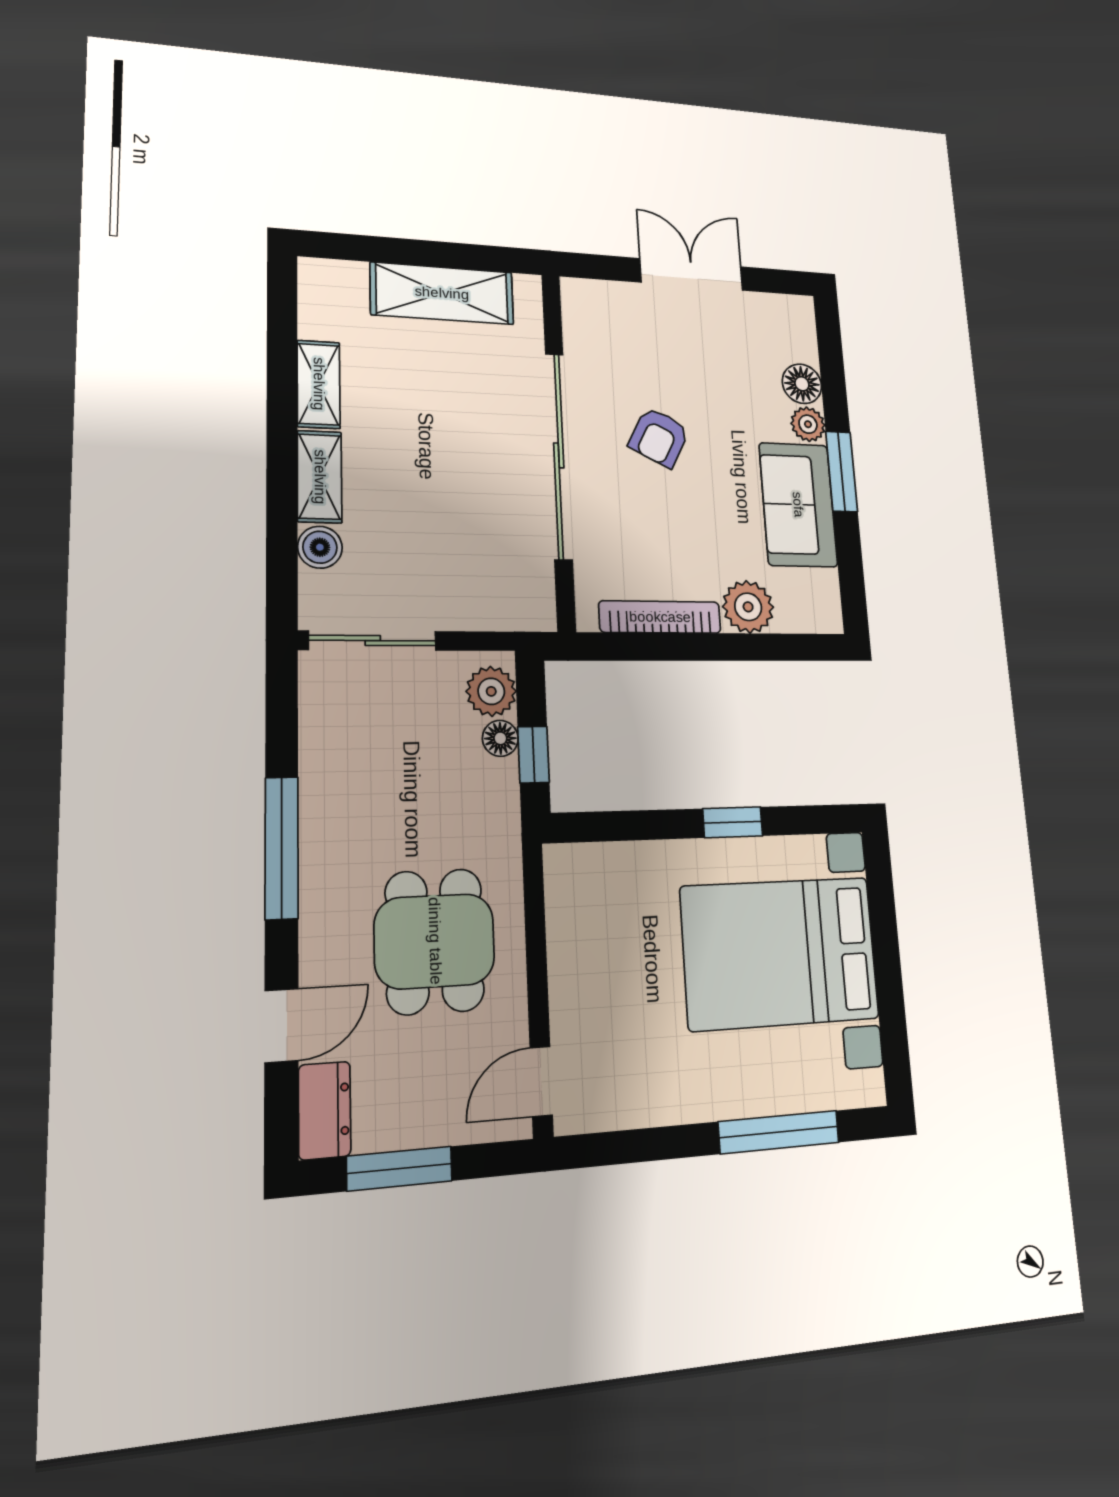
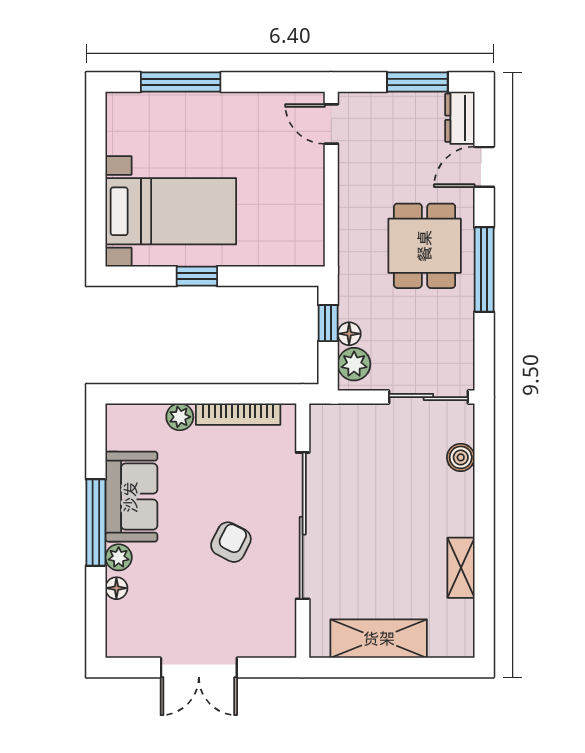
floor lamp: (802, 384) -> (116, 588), width x0.73, depth x0.73
window: (841, 471) -> (96, 523), width x1.44
shelving: (320, 477) -> (461, 504), removed
plant: (748, 607) -> (180, 417), width x0.73, depth x0.73
dining table: (435, 941) -> (425, 246), moved
bed with nightstands: (780, 953) -> (171, 211), width x0.73
door: (541, 1081) -> (331, 124), swing flipped

